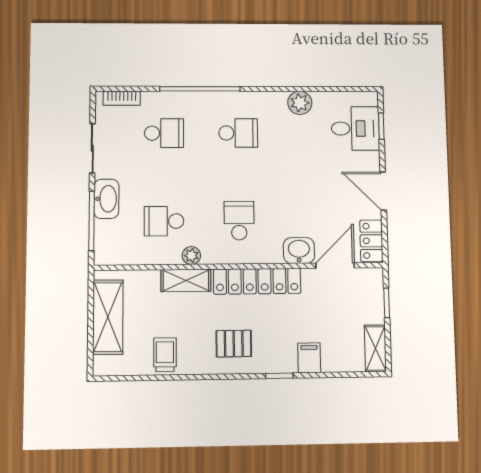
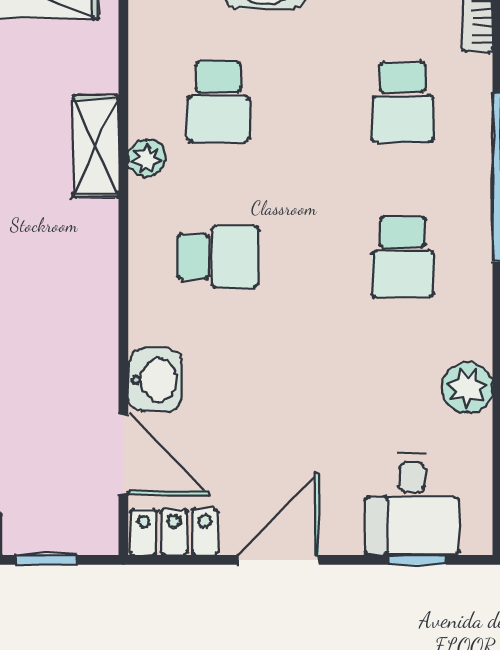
school desk: (164, 221) -> (218, 102), turned 180
locker: (257, 281) -> (93, 293), removed

